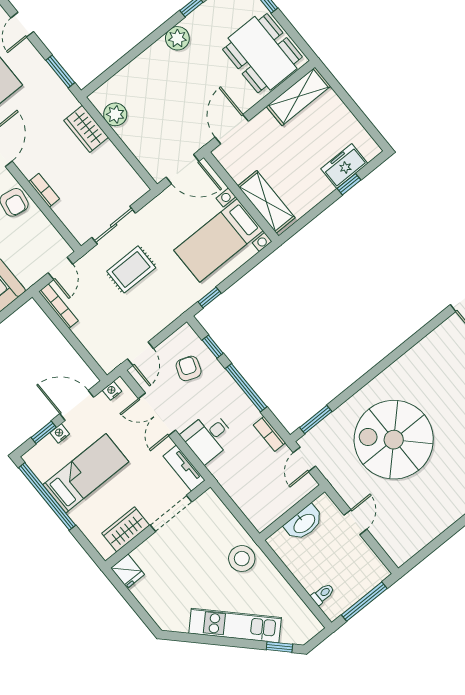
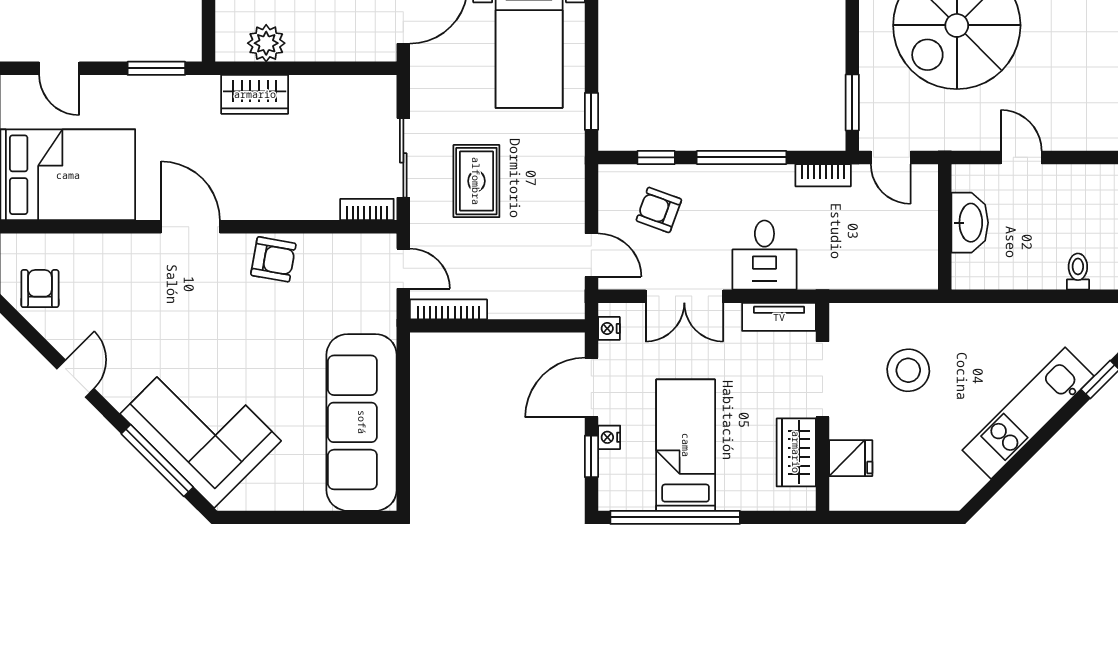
bookcase: (44, 190) -> (367, 210), moved
stool: (242, 559) -> (908, 370), moved
fridge: (128, 571) -> (851, 458), moved

